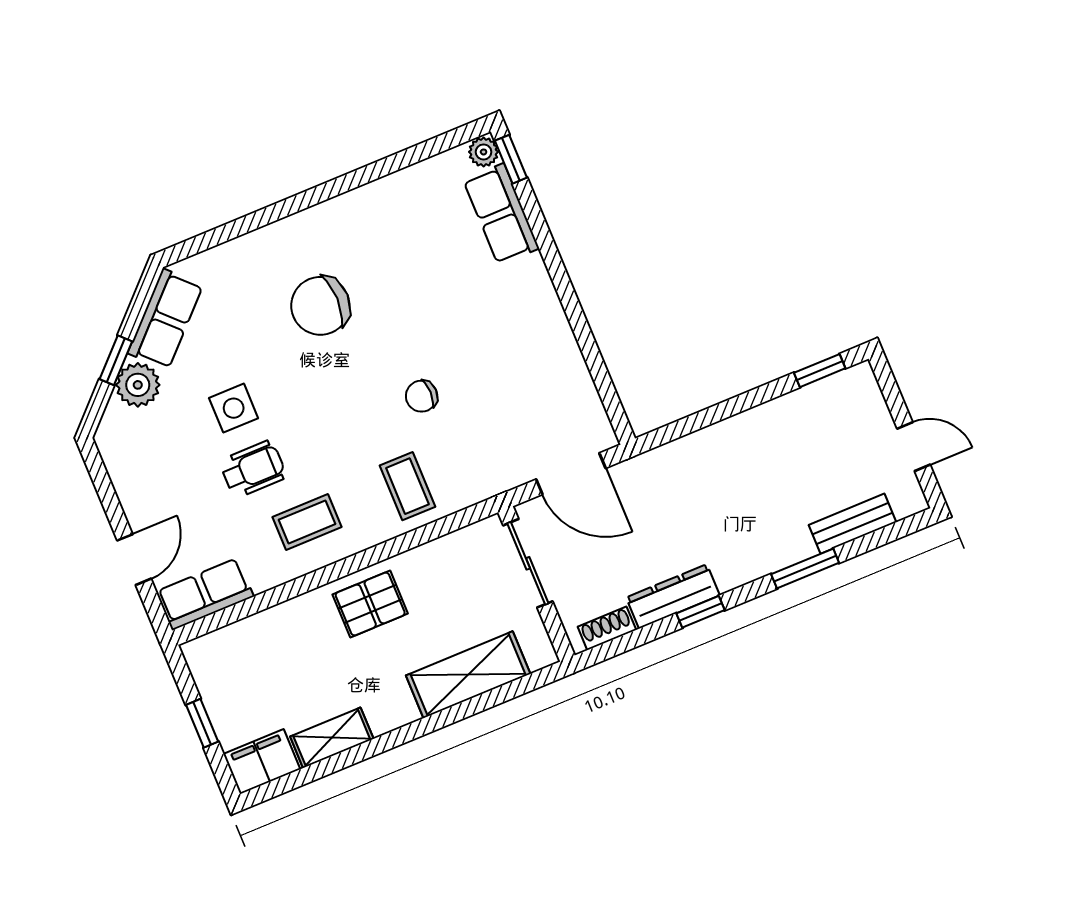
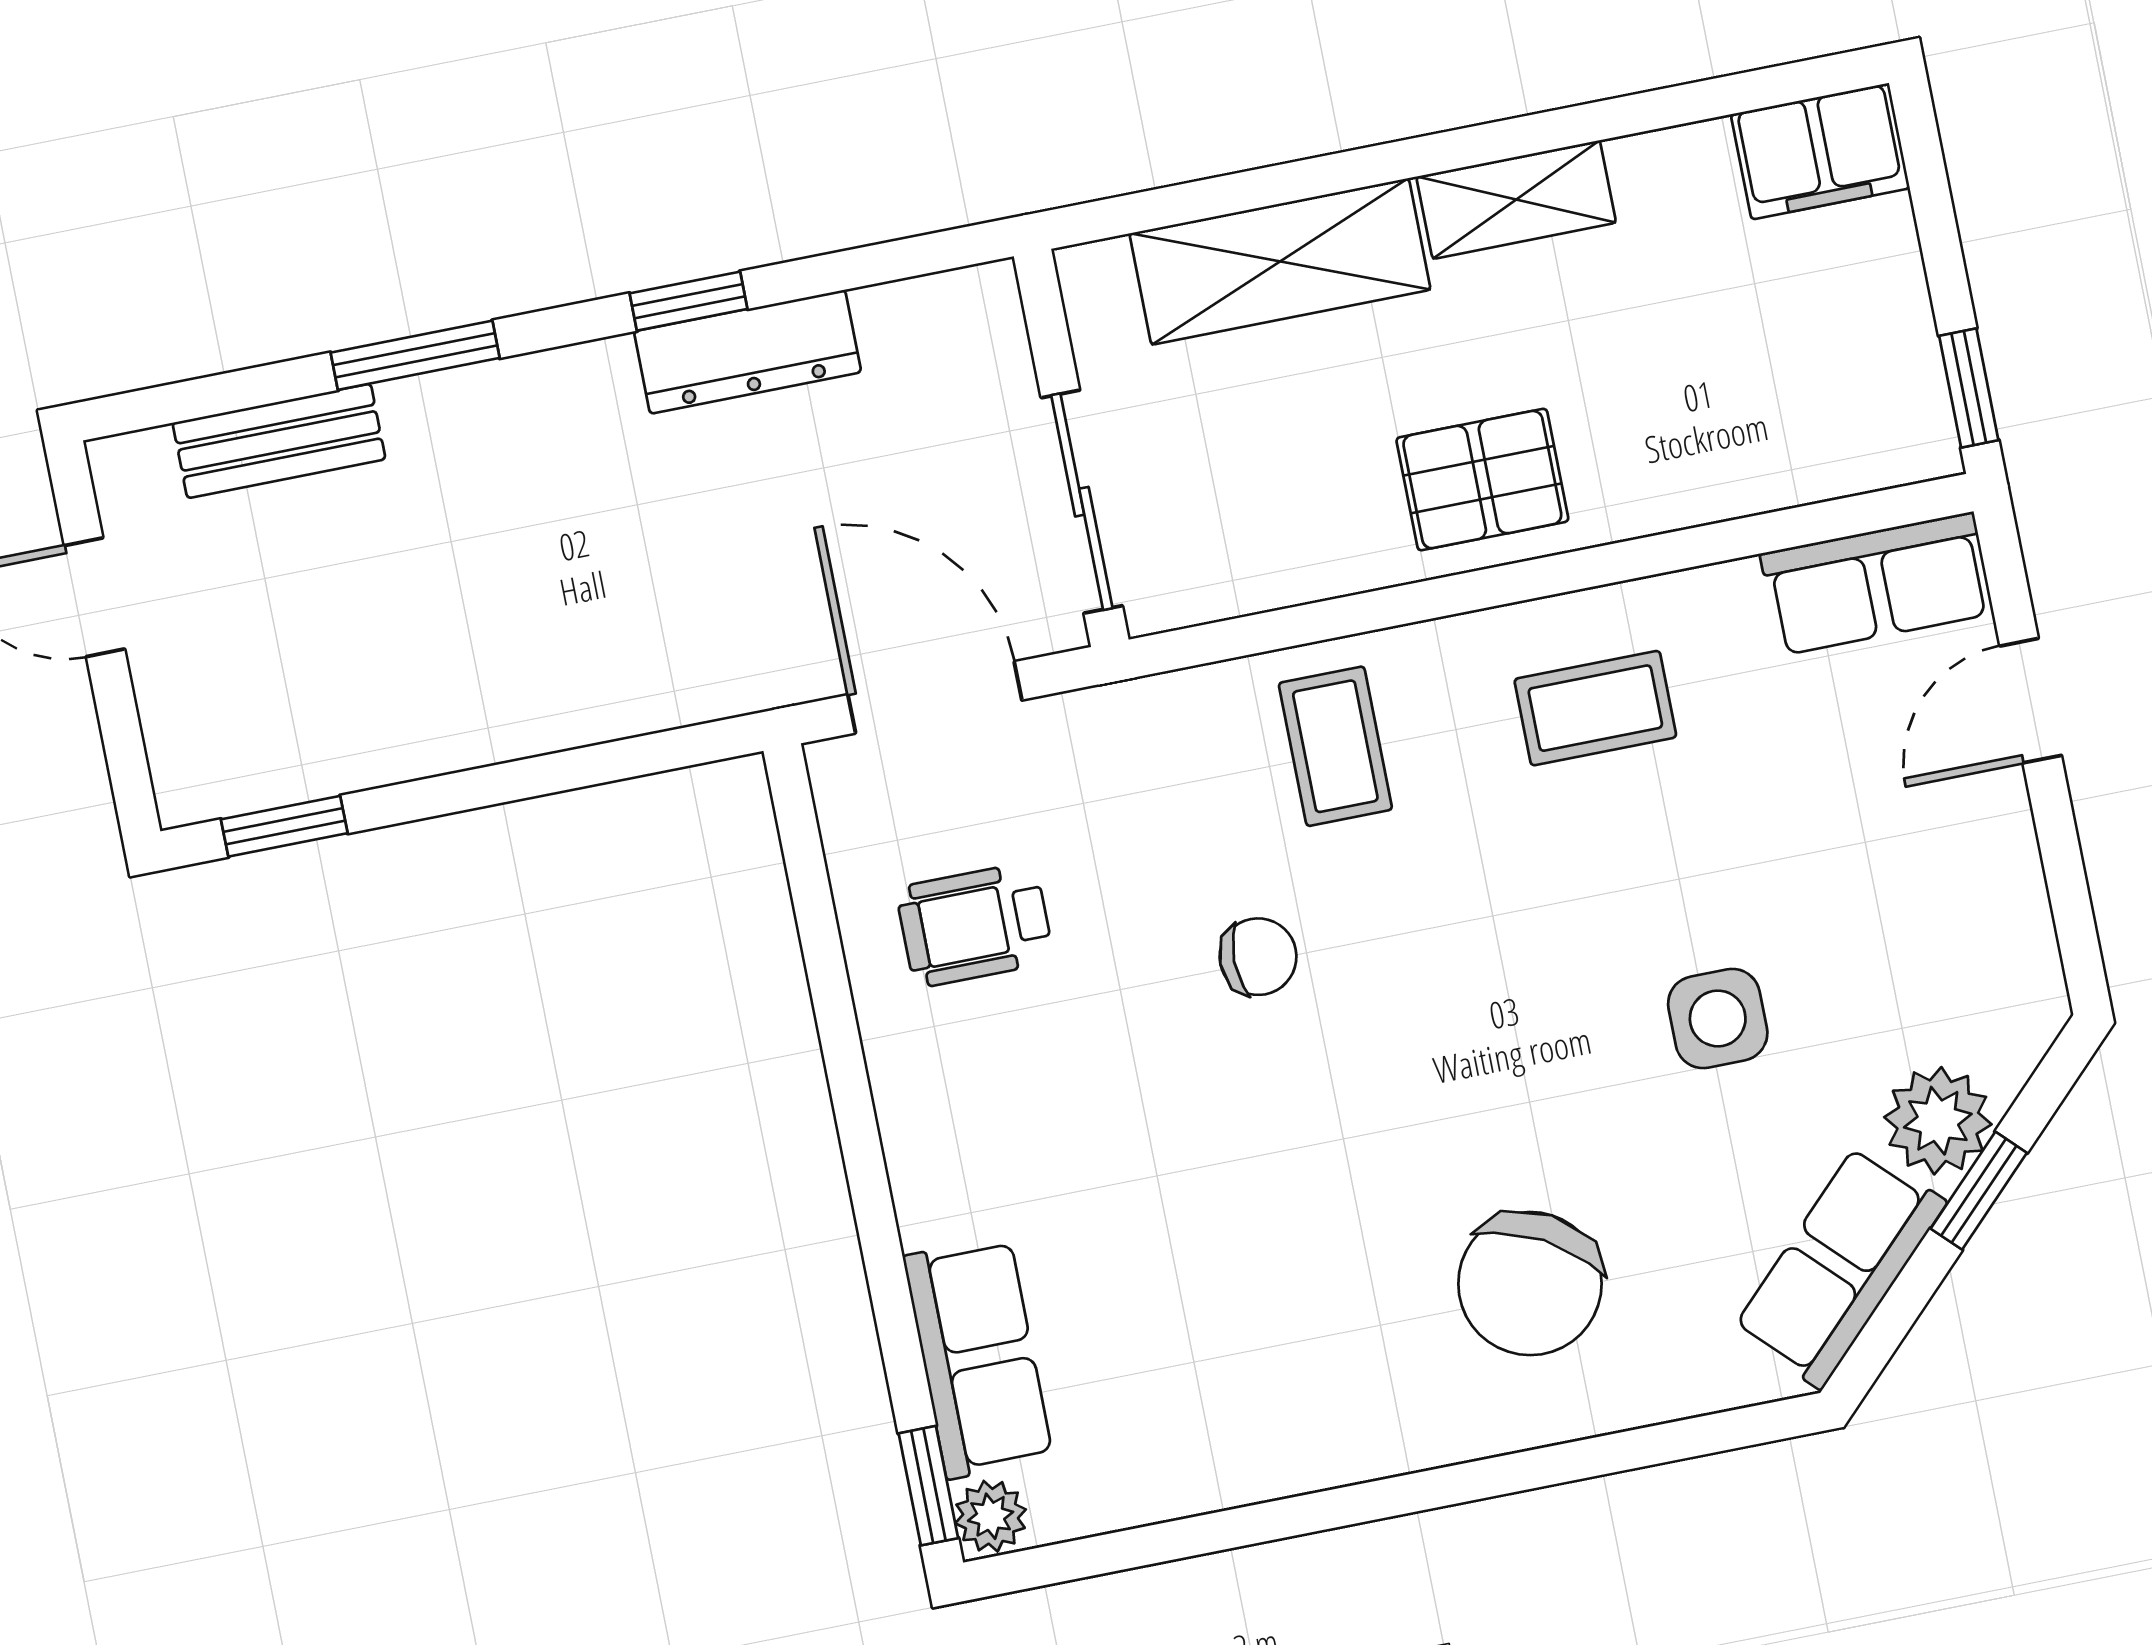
chair: (320, 306) -> (1530, 1284), moved, turned 119
wheelchair: (253, 469) -> (975, 925), moved
shoe rack: (607, 628) -> (922, 306), removed
window: (202, 723) -> (1969, 388), moved
shelving: (332, 738) -> (1516, 200), moved

